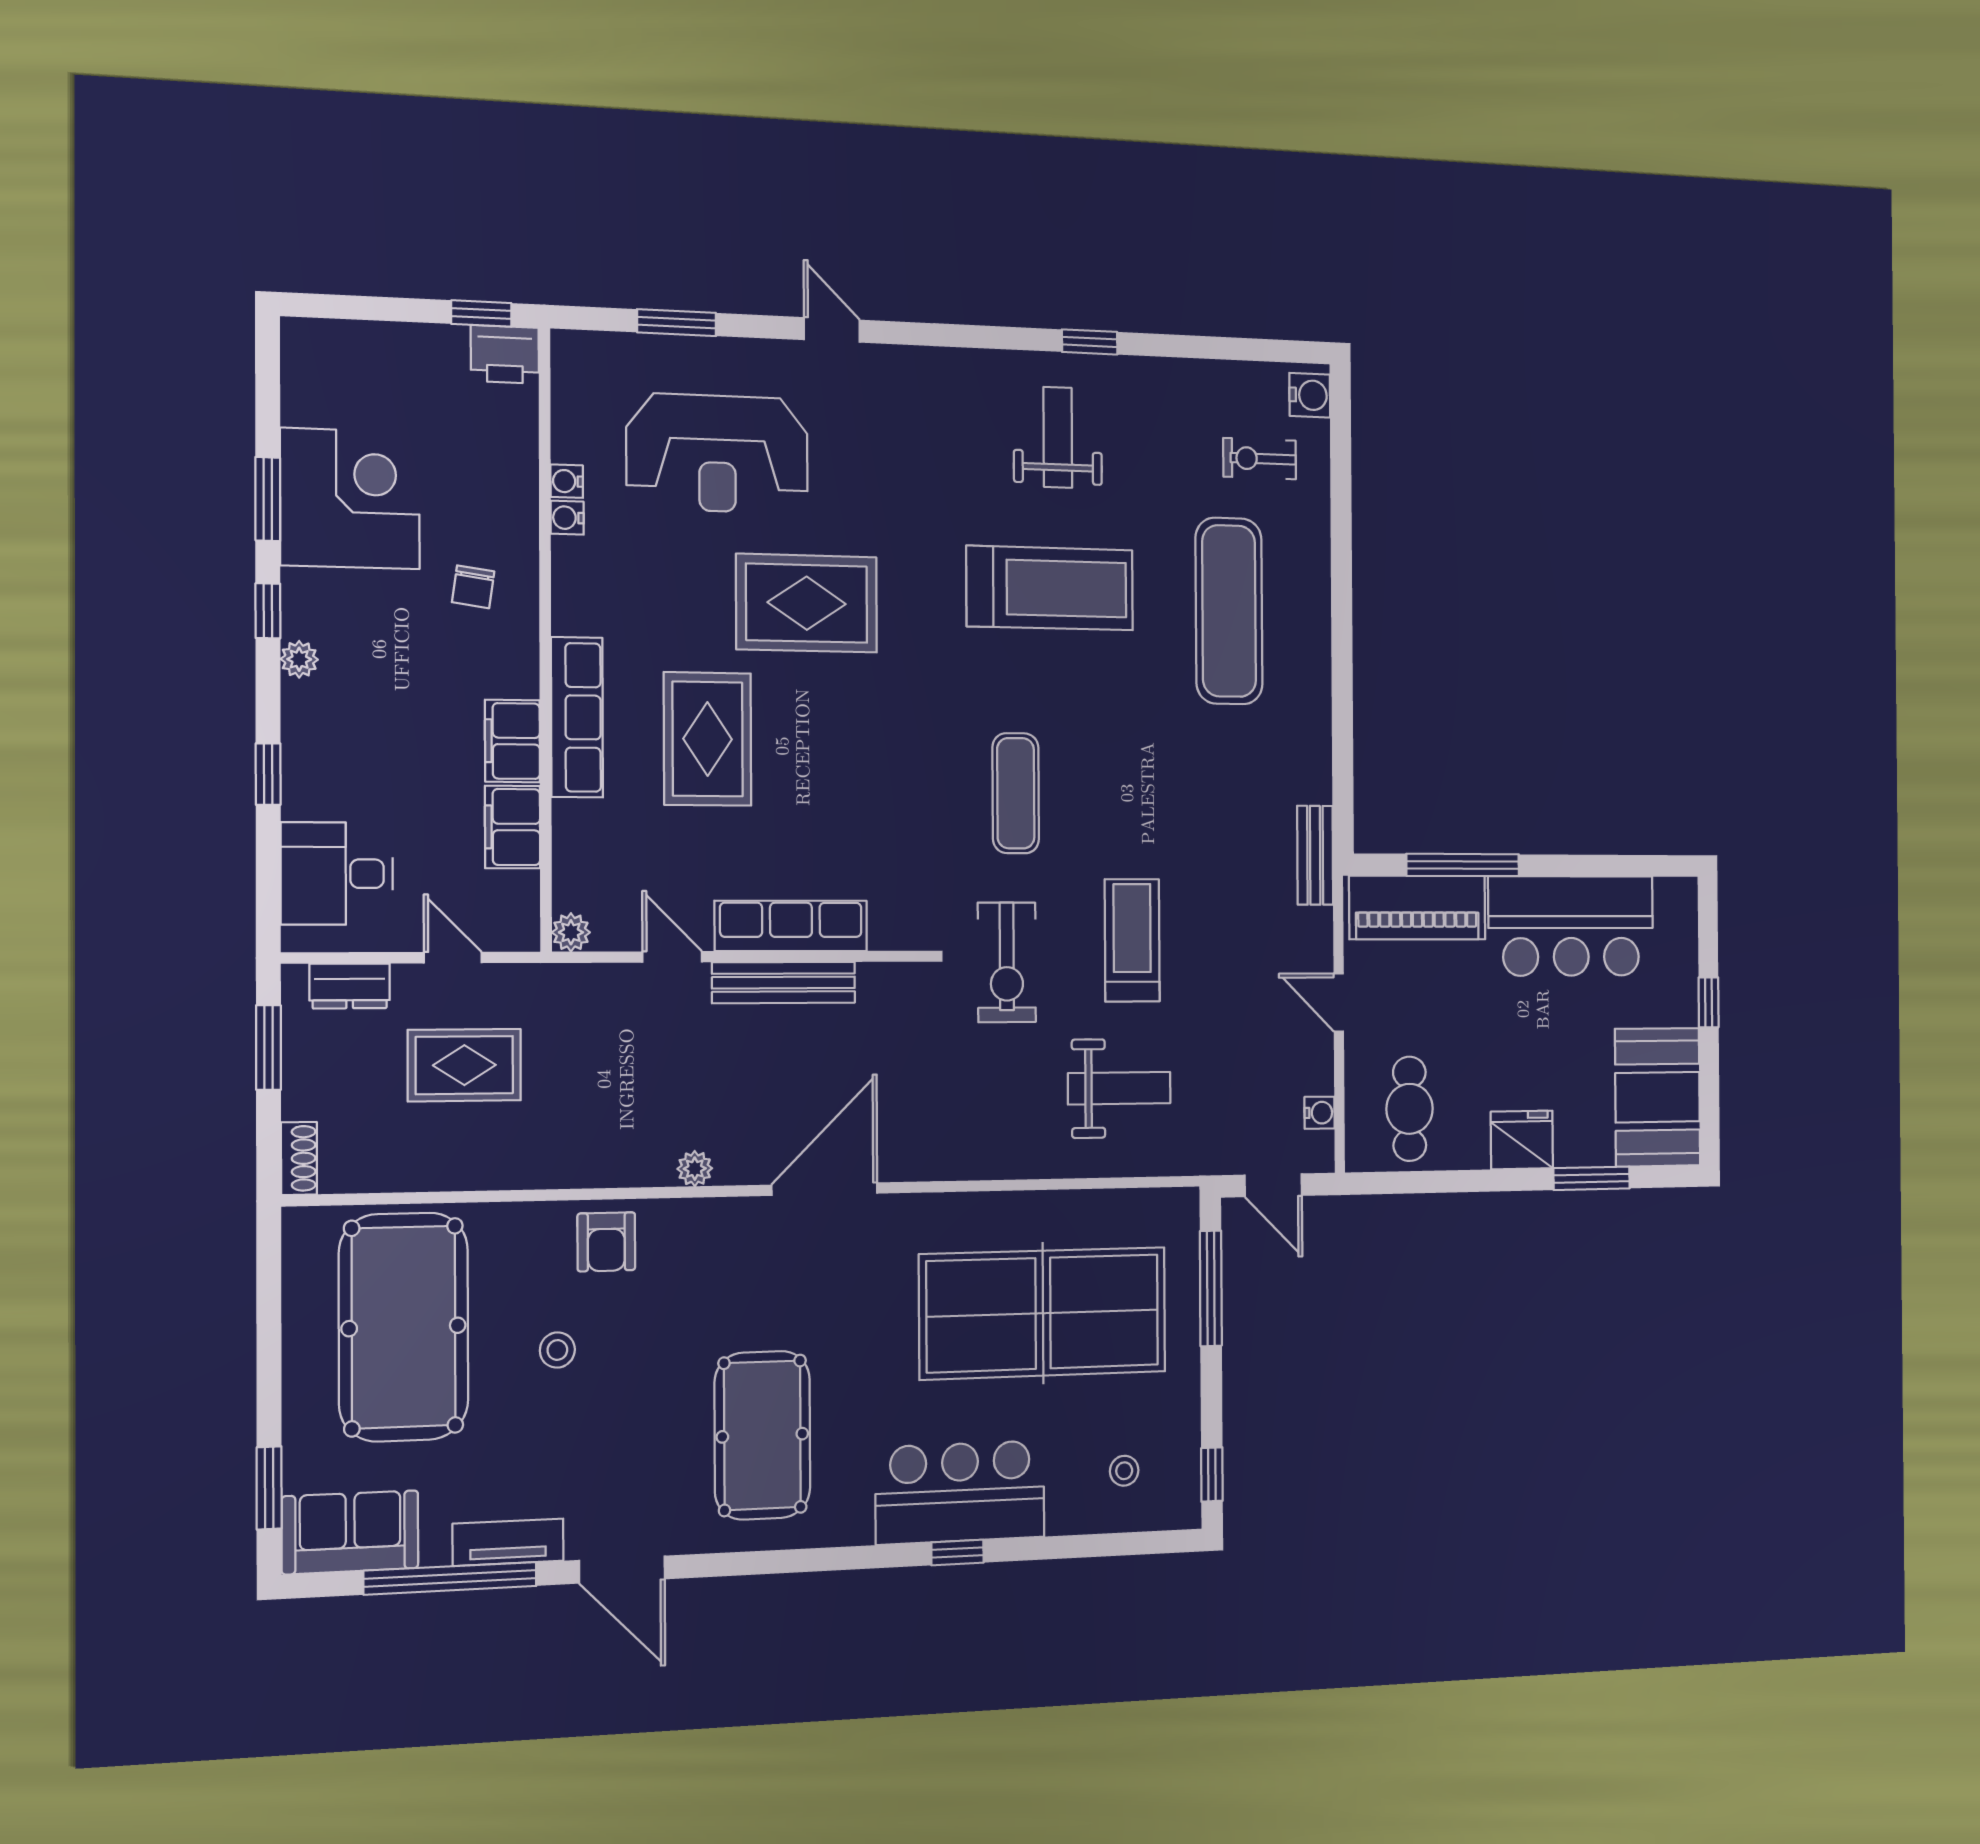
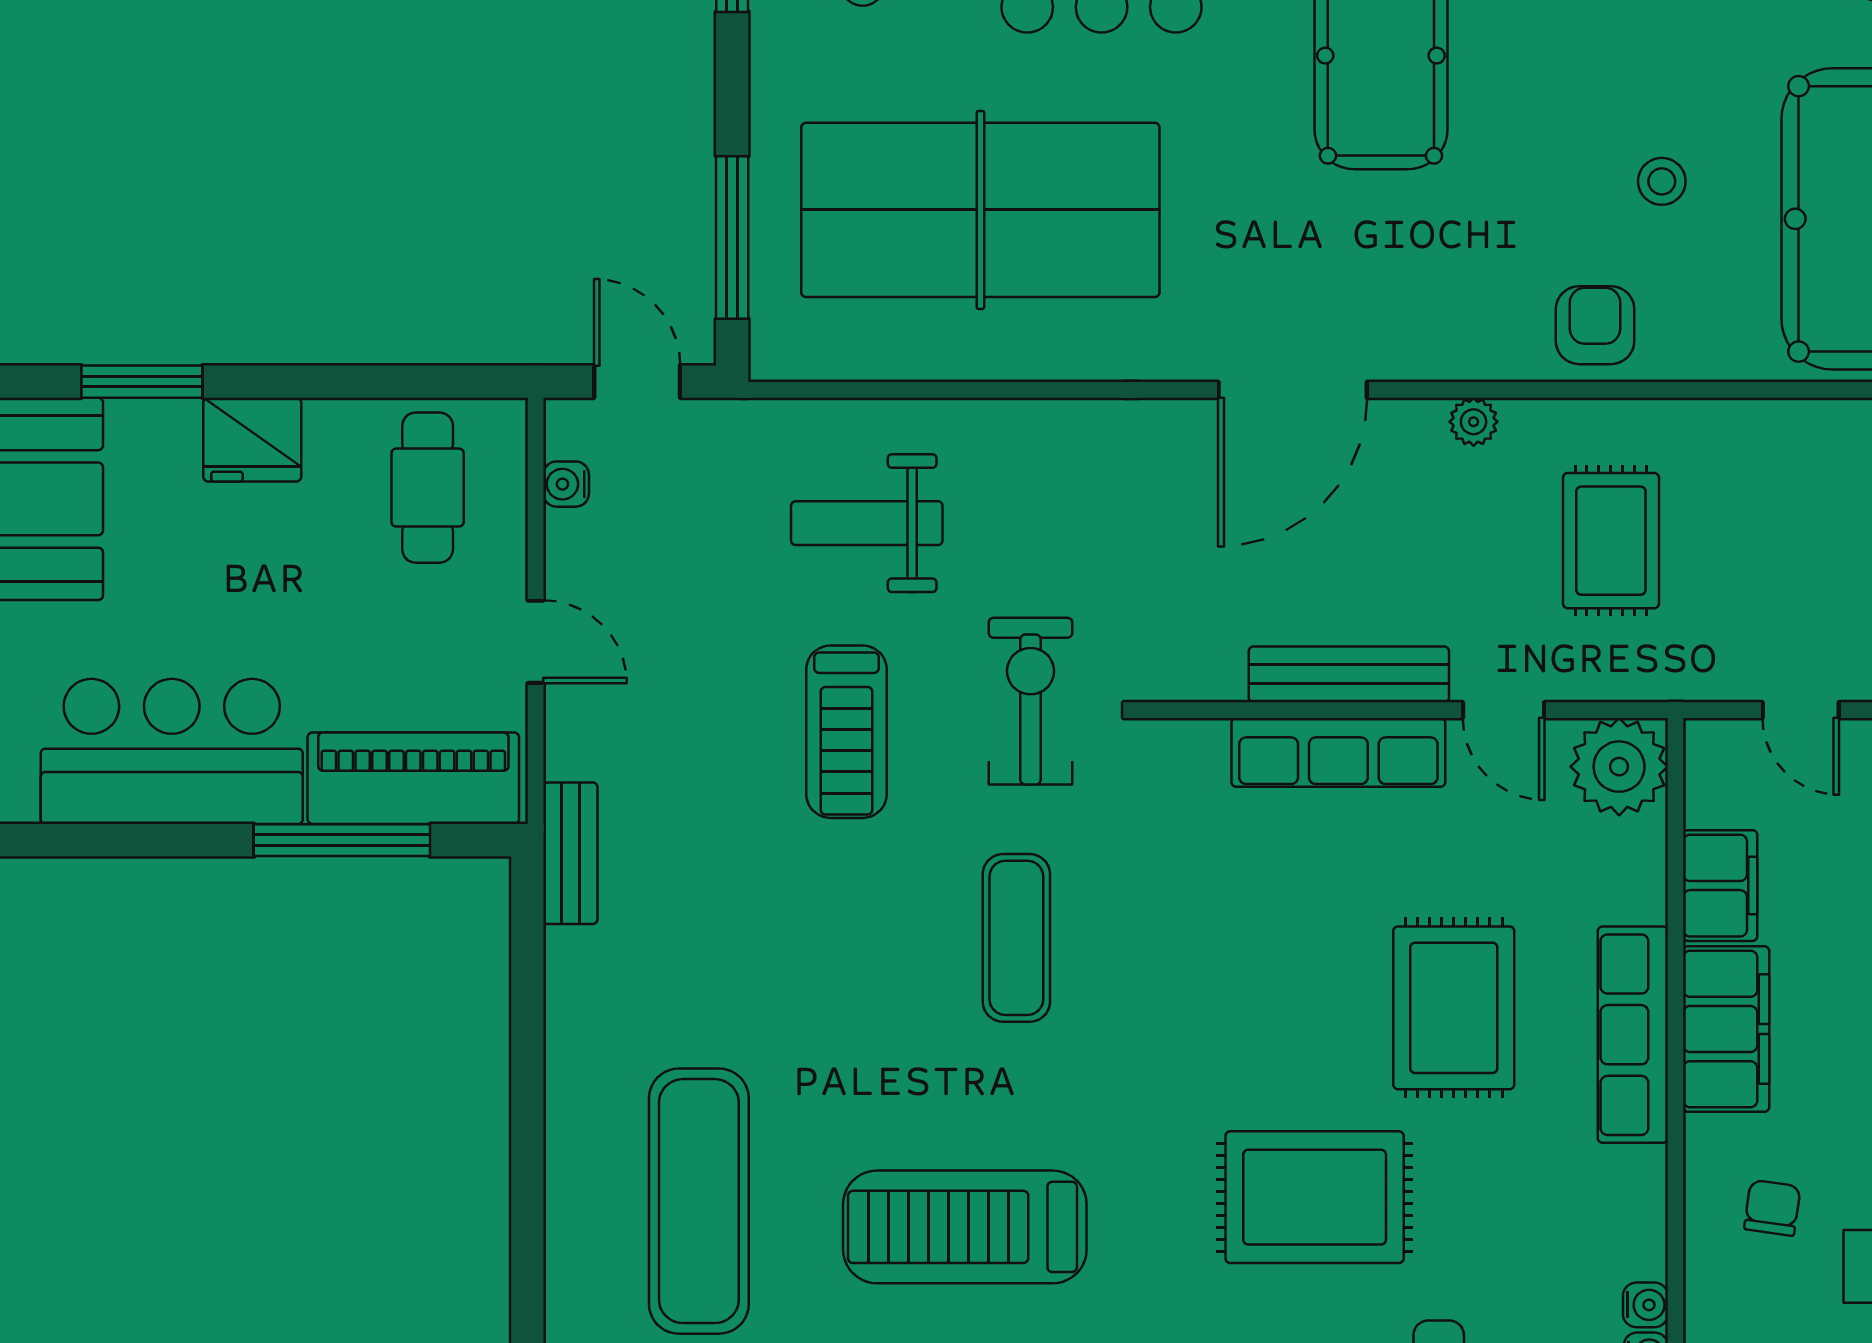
filing cabinet: (512, 741) -> (1726, 1029), width x1.50, depth x1.17
plant: (571, 932) -> (1619, 767), width x1.87, depth x1.87
rug: (464, 1065) -> (1611, 541), moved, turned 90

